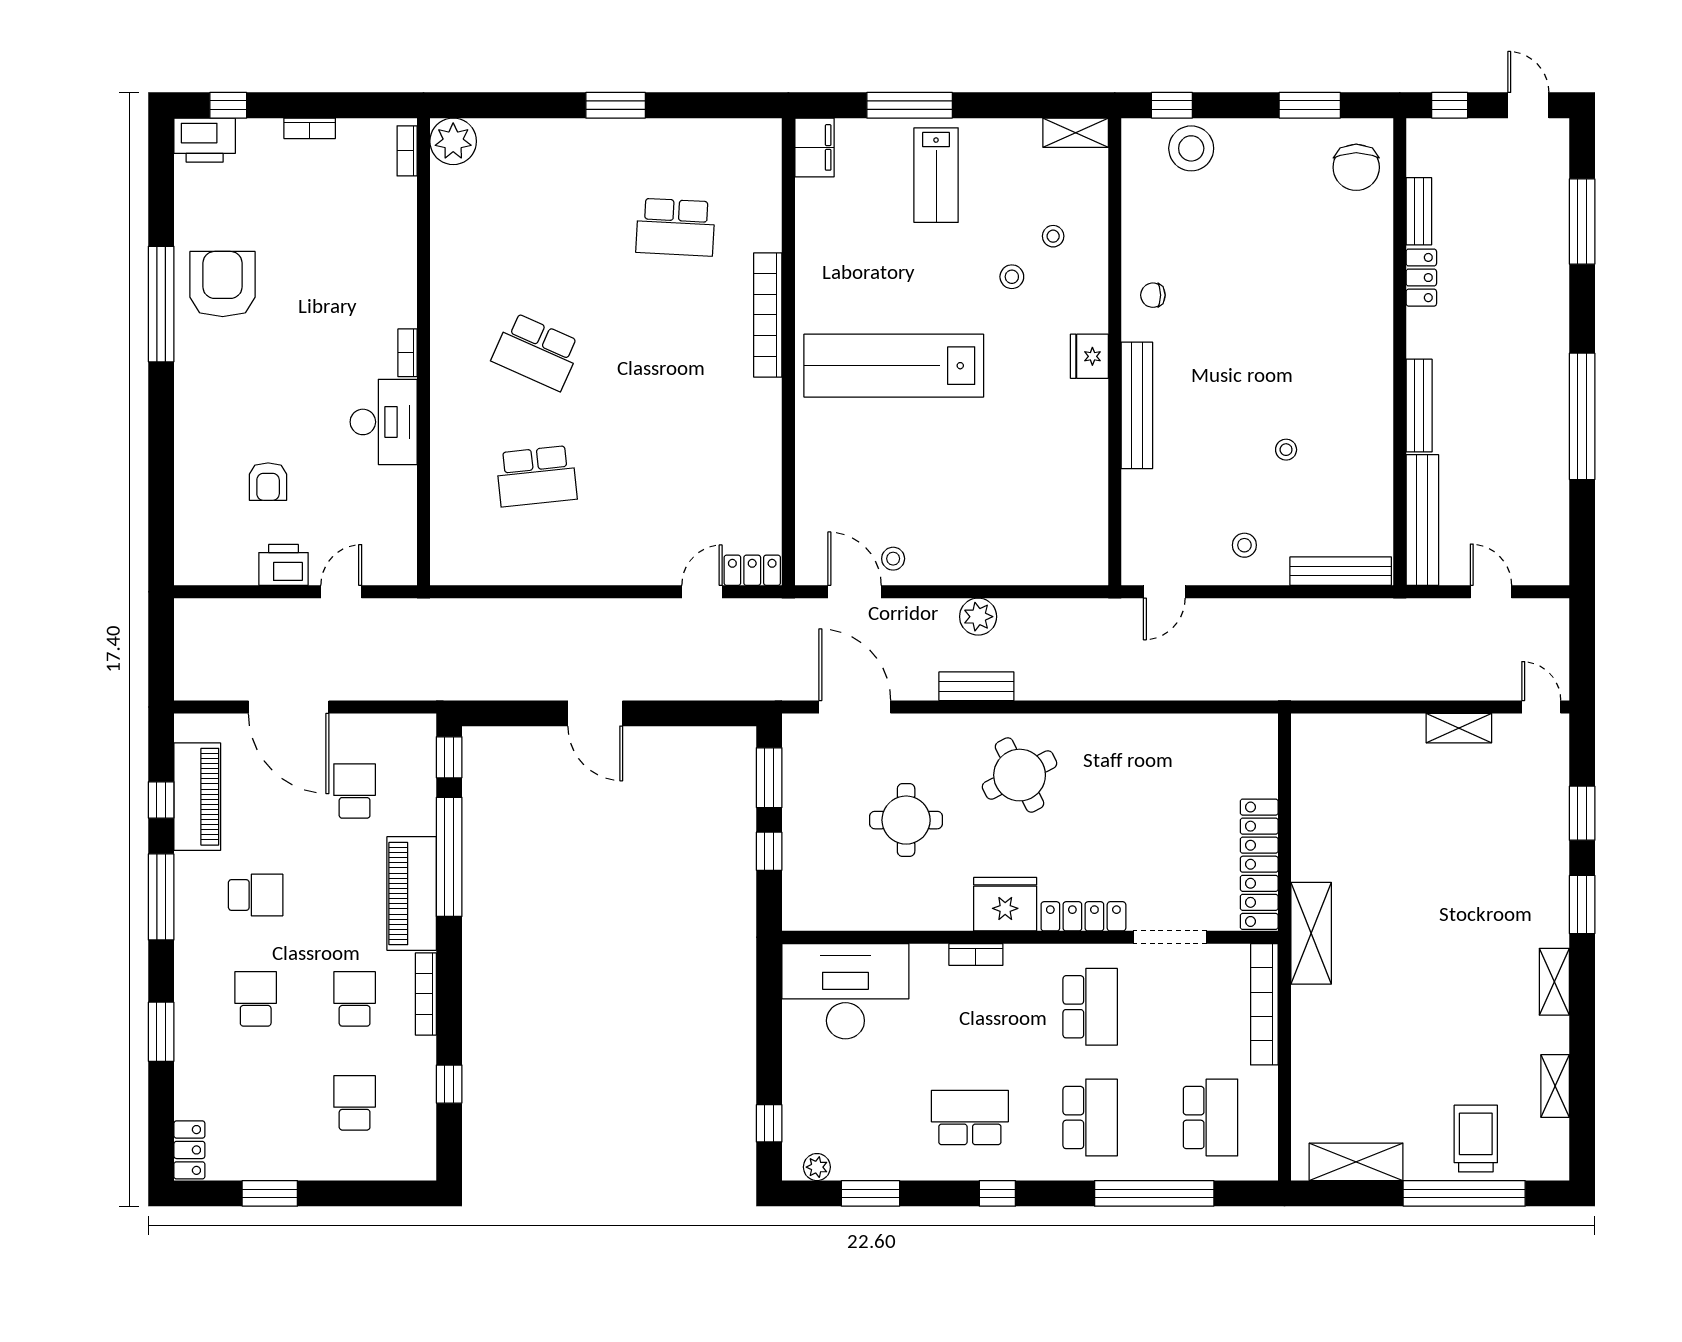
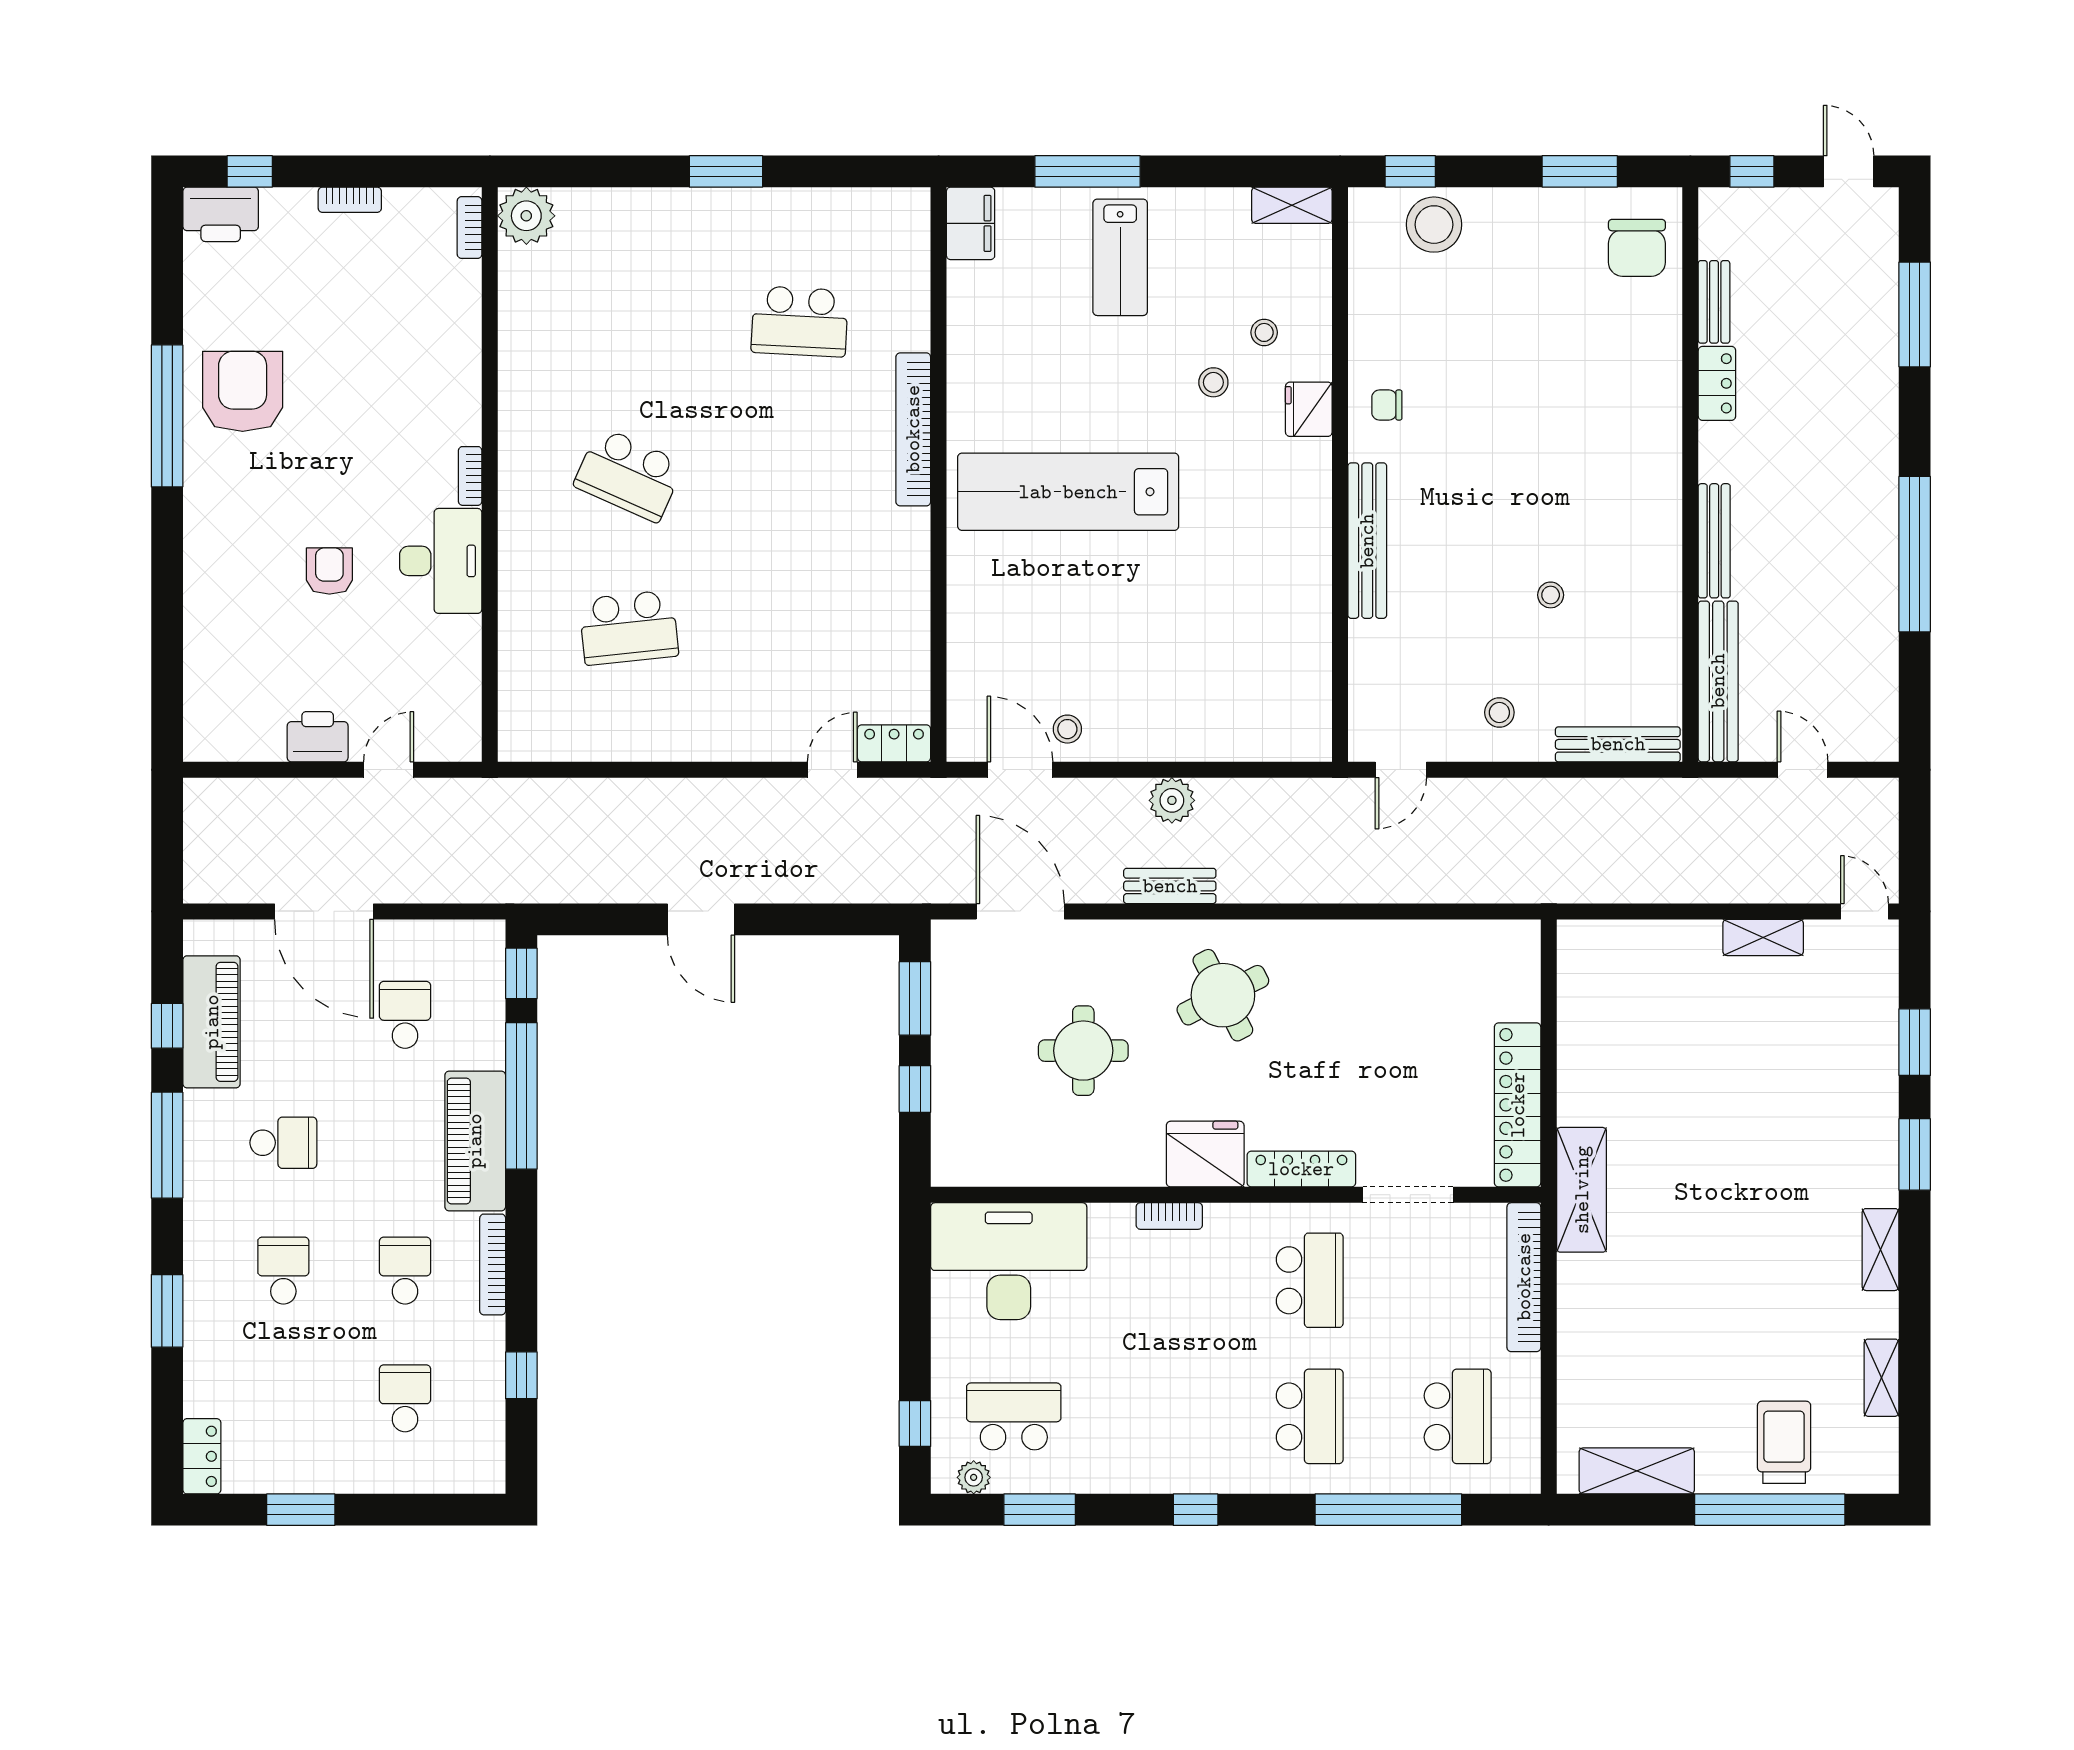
fridge: (1089, 356) -> (1309, 409), moved
armchair: (268, 482) -> (329, 571), moved, turned 180
school desk: (970, 1118) -> (1014, 1416), moved

